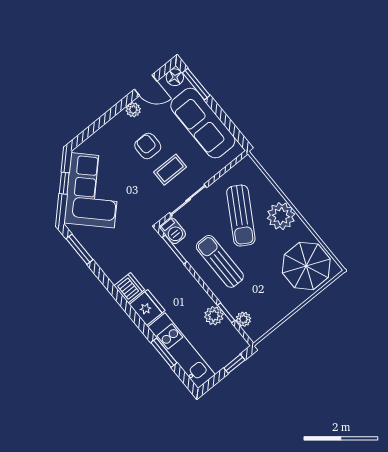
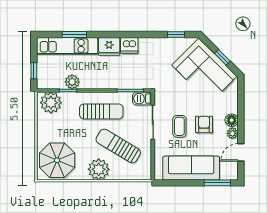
floor lamp: (175, 77) -> (232, 120), moved
armchair: (148, 146) -> (204, 124), turned -90
window: (79, 249) -> (176, 35), width x0.67
plant: (243, 319) -> (51, 103), width x1.88, depth x1.88

